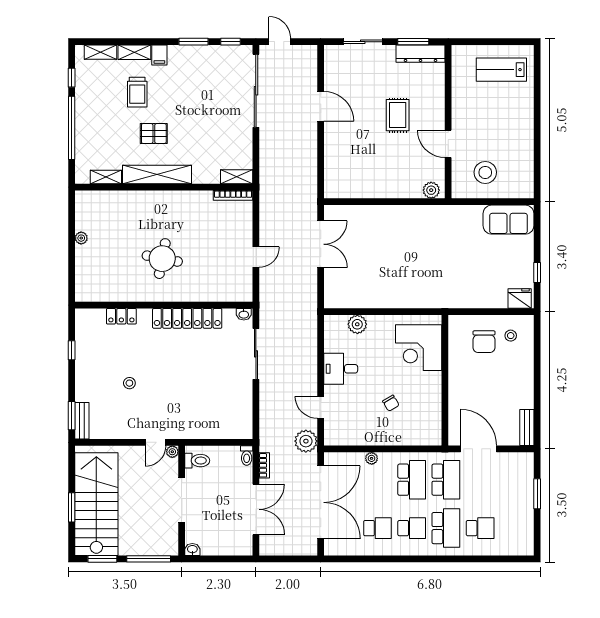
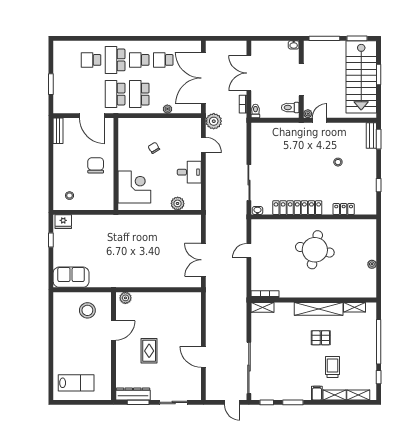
door: (448, 144) -> (114, 330), hinge flipped
round table: (162, 259) -> (315, 250), width x1.36, depth x1.36
chair: (484, 342) -> (96, 165), moved

